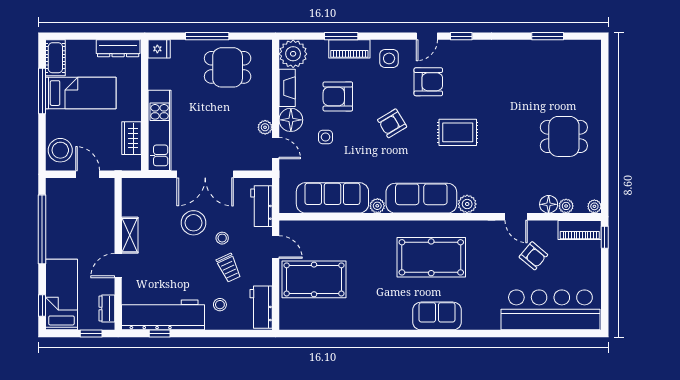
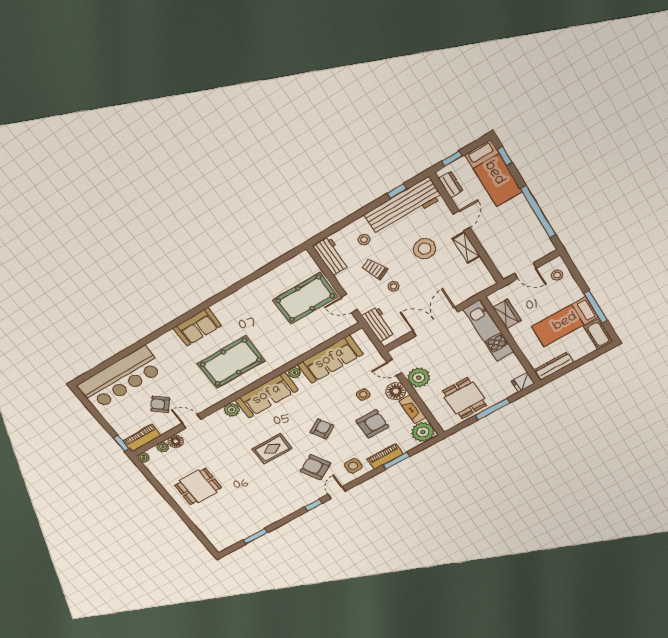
dining table: (228, 67) -> (465, 398), turned 90
armchair: (428, 82) -> (316, 467), turned 60
plant: (265, 127) -> (419, 378), width x1.88, depth x1.88
stool: (60, 150) -> (557, 275), width x0.53, depth x0.53
stool: (193, 223) -> (425, 249), moved

